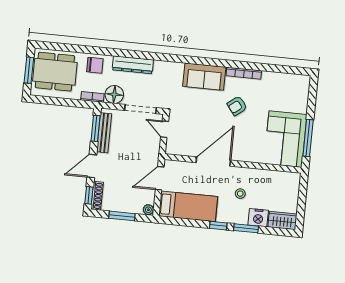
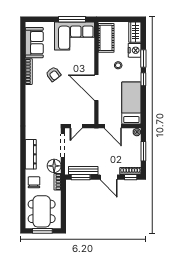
sofa: (204, 77) -> (34, 43), moved
cot: (279, 181) -> (106, 38), added

